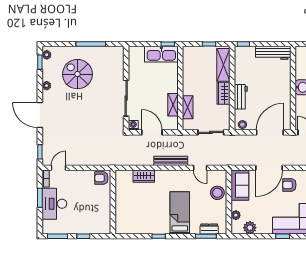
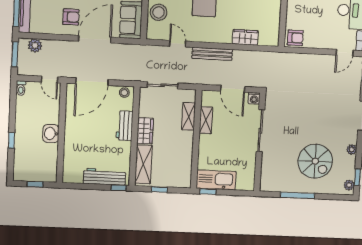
workbench: (273, 53) -> (104, 177), moved

